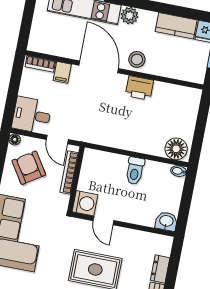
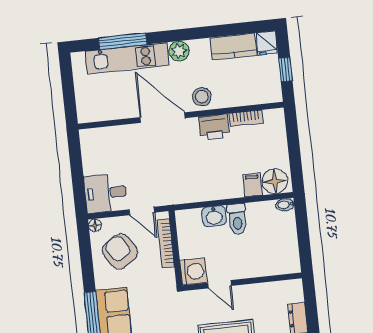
bookcase: (40, 64) -> (246, 118), moved
filing cabinet: (62, 72) -> (253, 185), moved, turned 180
washbasin: (166, 221) -> (214, 216), moved, turned 180

